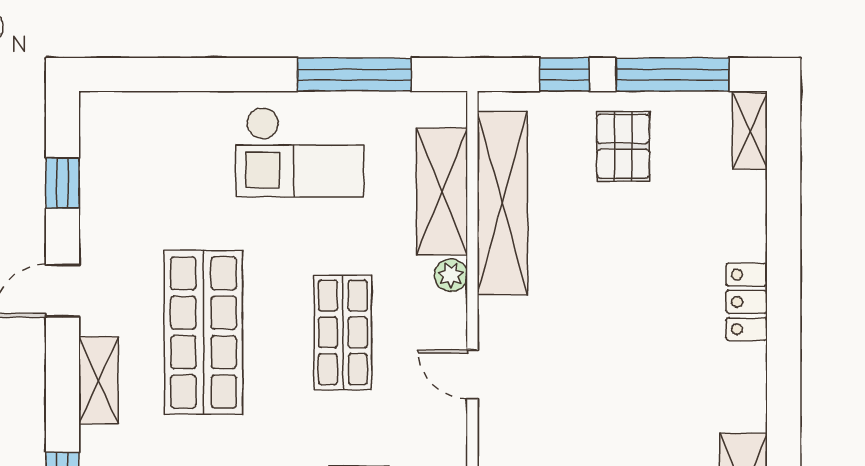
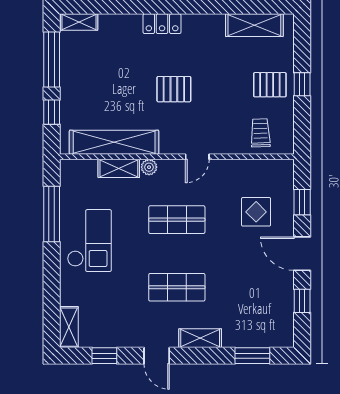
shelving: (121, 110) -> (69, 327), added
pallet: (623, 146) -> (174, 89), moved
shelving: (442, 192) -> (119, 168), width x0.67, depth x0.75
shop shelf: (204, 332) -> (177, 287), width x0.70, depth x0.74

